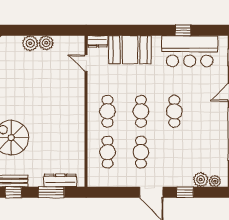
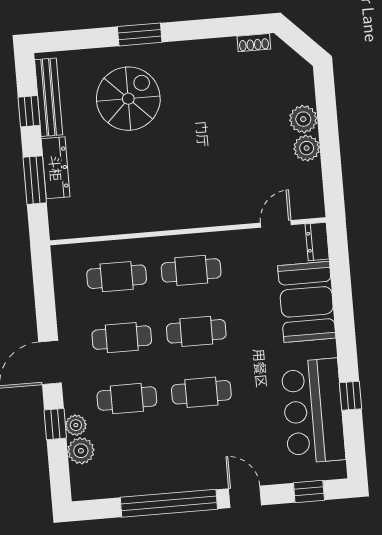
cafe table: (174, 152) -> (127, 399), added
dresser: (60, 180) -> (56, 168), moved
plant: (215, 181) -> (76, 425), moved

